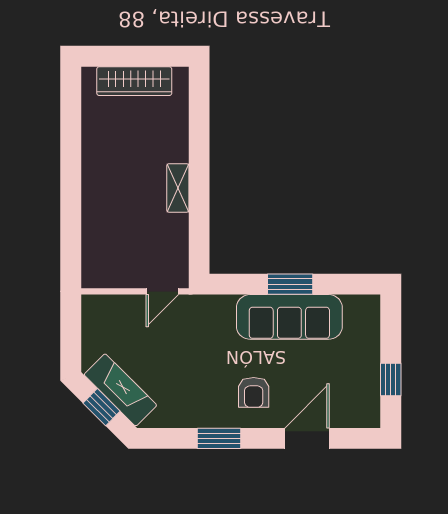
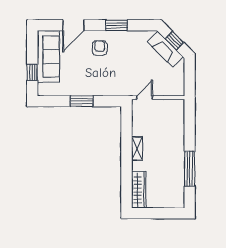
wardrobe: (134, 81) -> (139, 190), moved, turned 90
window: (71, 147) -> (190, 169), added
sofa: (289, 317) -> (48, 56), moved, turned 90
window: (391, 380) -> (32, 72), moved

